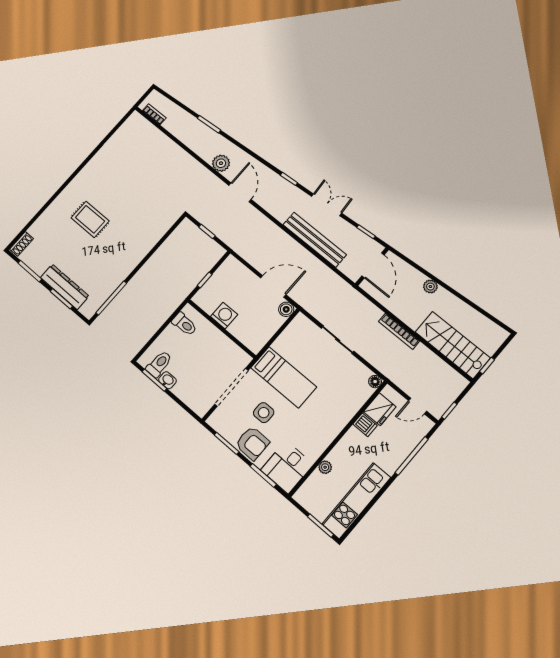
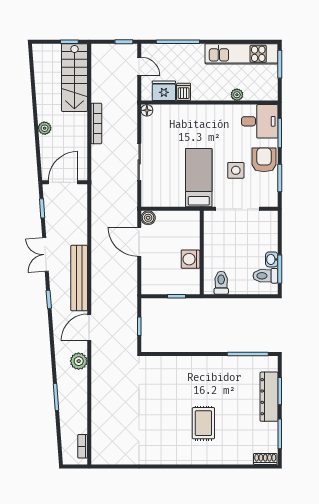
bench: (315, 240) -> (79, 278), moved

